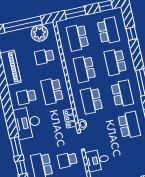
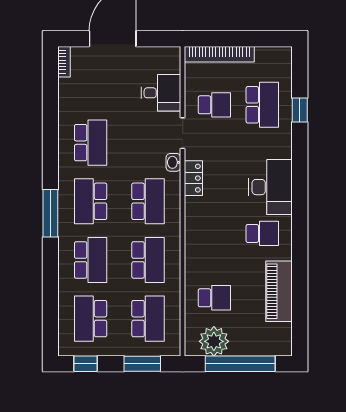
window: (132, 34) -> (50, 304), removed
school desk: (52, 91) -> (214, 233), removed
school desk: (129, 125) -> (91, 143), turned 180
window: (16, 147) -> (300, 149), removed

